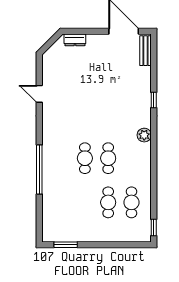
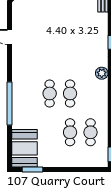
booth: (56, 221) -> (24, 148), added

